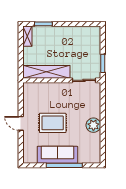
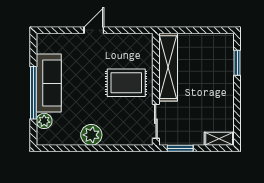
shelving: (27, 36) -> (219, 139), moved
rug: (53, 123) -> (126, 83), moved, turned 90
plant: (84, 158) -> (44, 121), added

